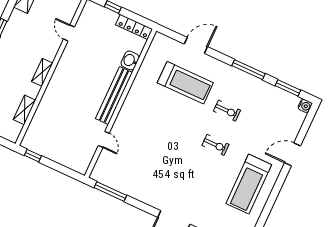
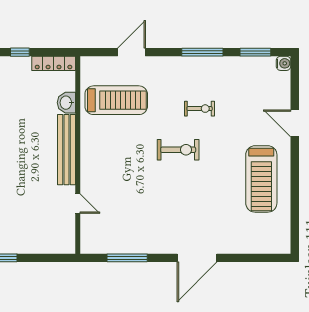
treadmill: (185, 83) -> (116, 100), moved
exercise bike: (216, 145) -> (178, 150), moved, width x1.38, depth x1.39
door: (293, 154) -> (295, 123), hinge flipped
window: (110, 191) -> (127, 258), moved

